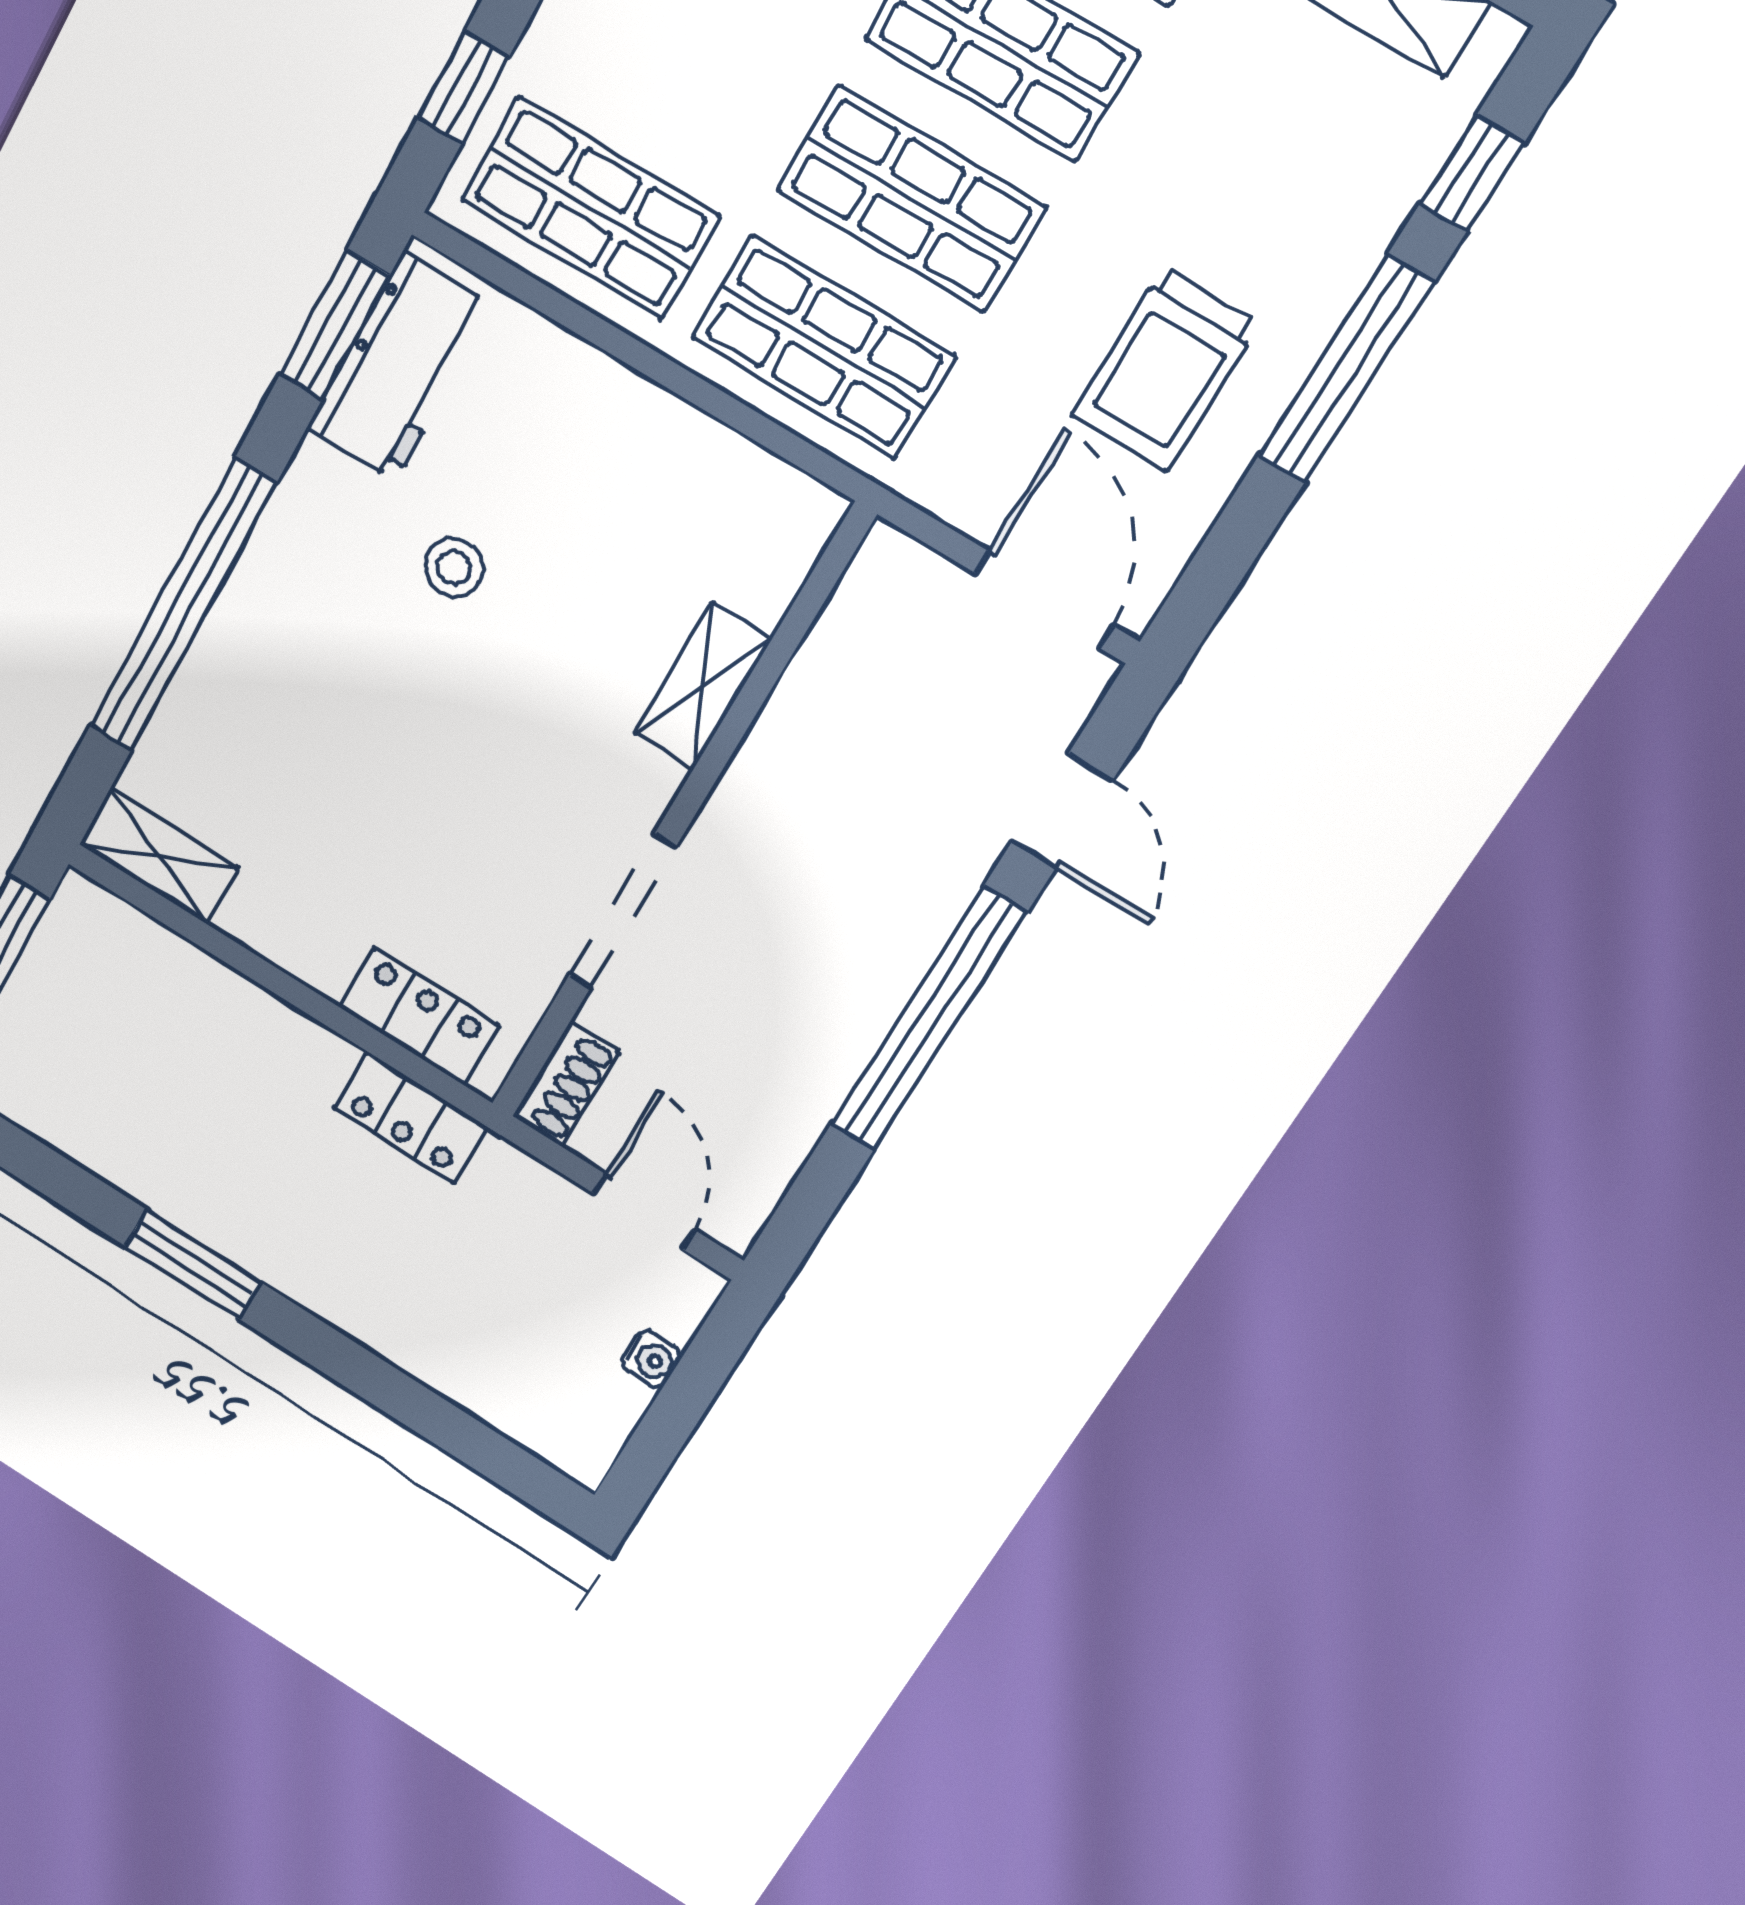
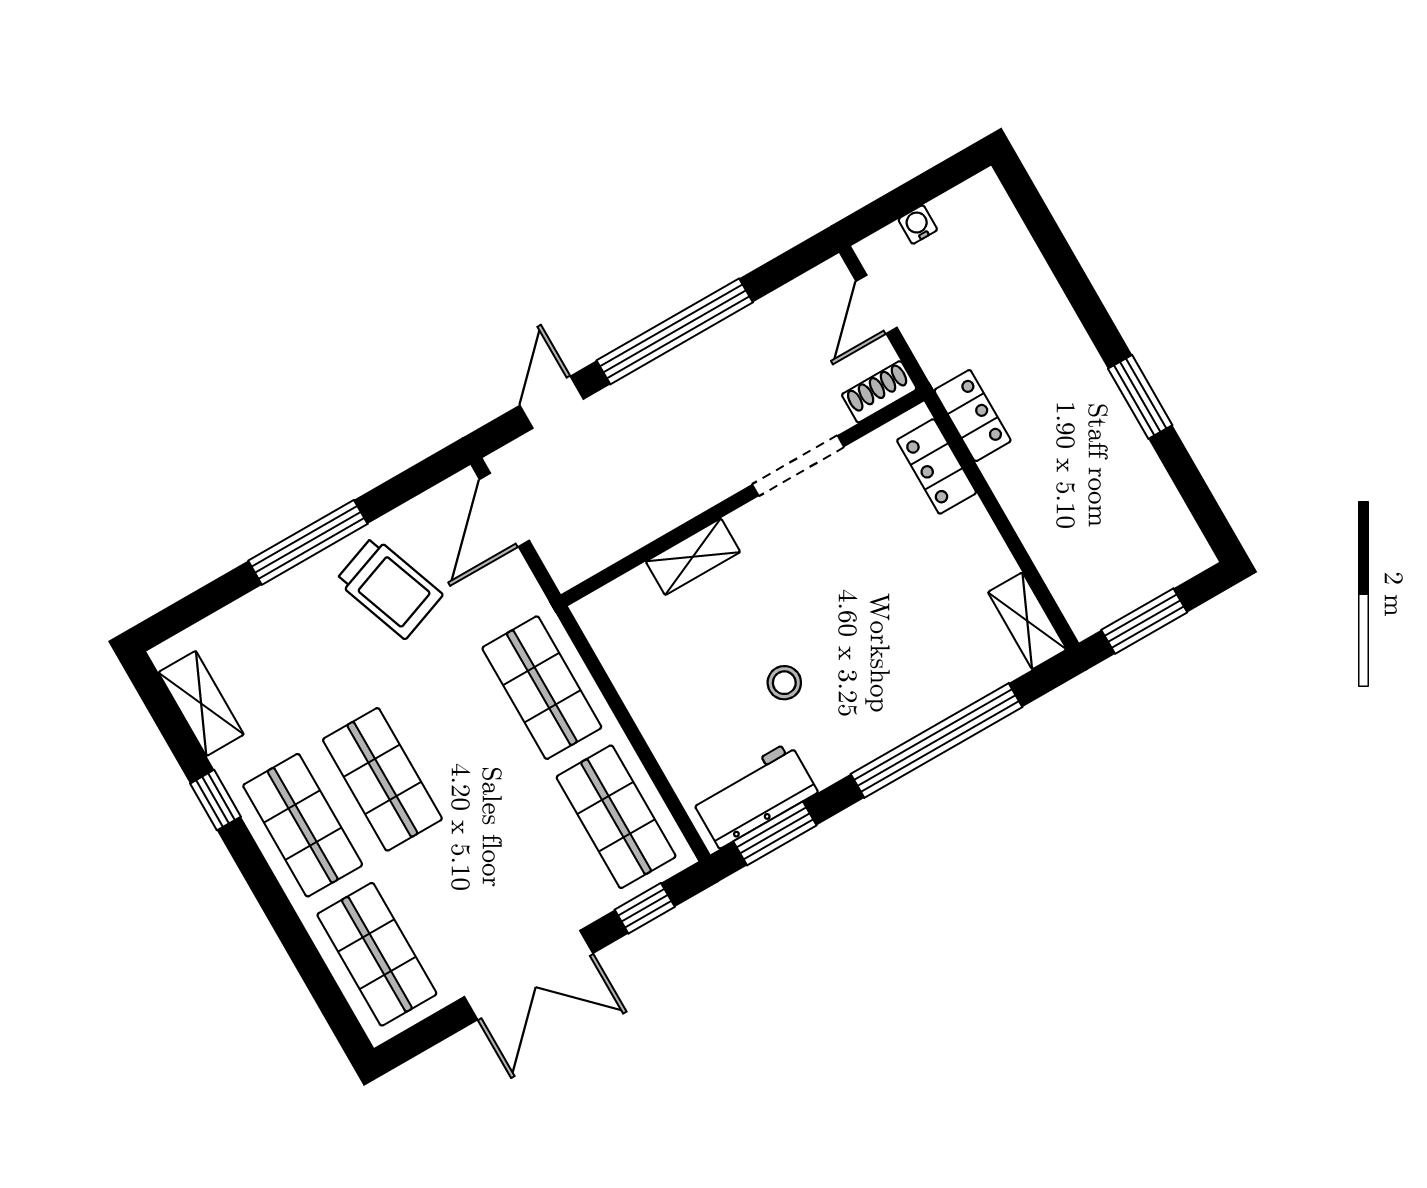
window: (1472, 173) -> (206, 601), removed
shop shelf: (911, 199) -> (462, 733), removed
trolley: (1165, 370) -> (389, 588), turned 70

